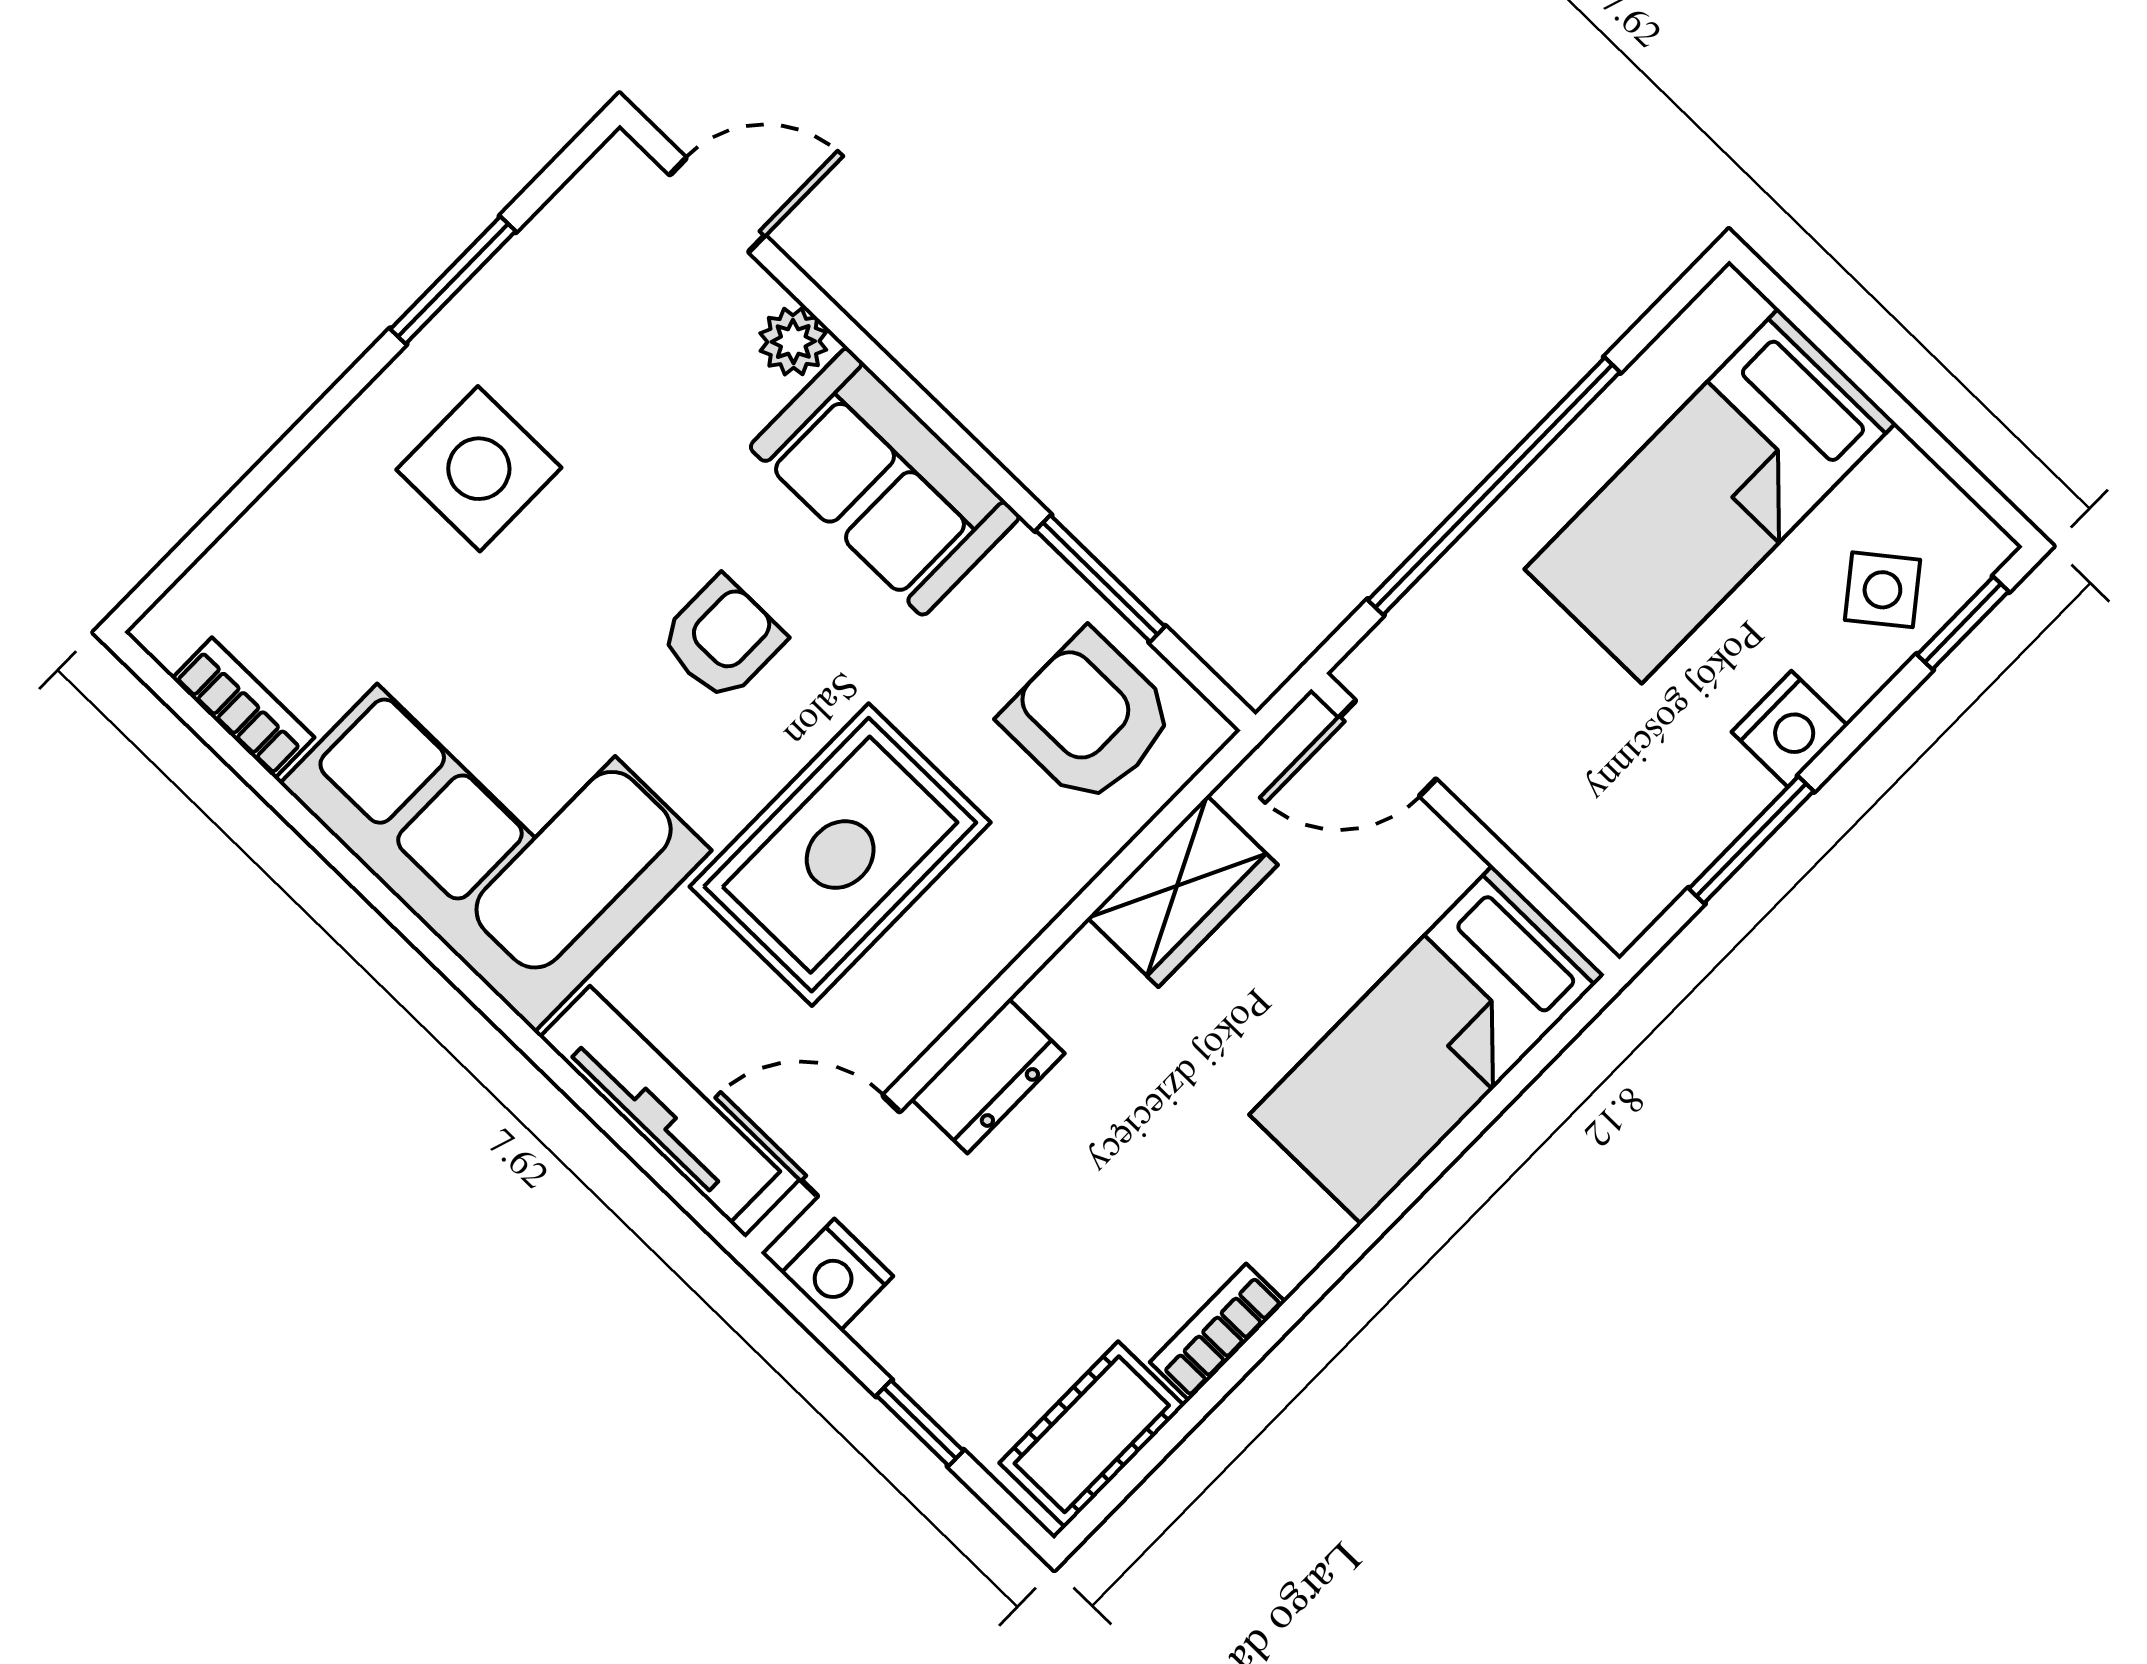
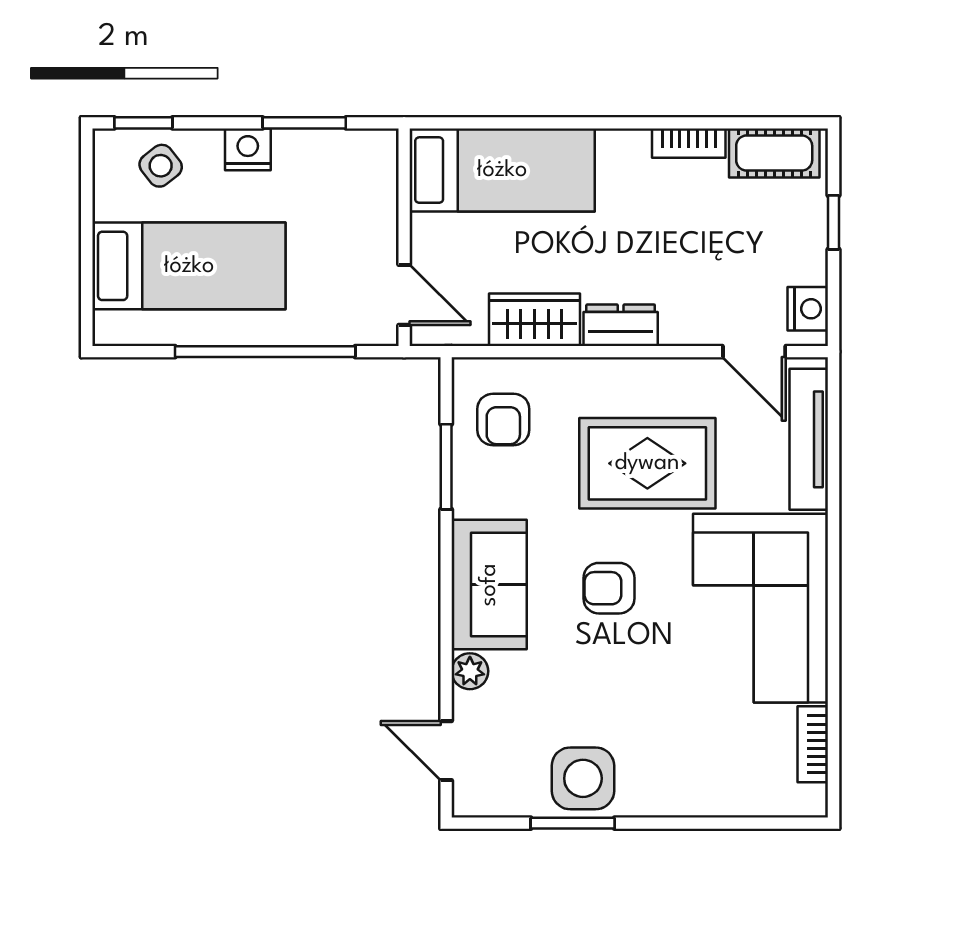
side table: (479, 469) -> (583, 778), moved
armchair: (1089, 718) -> (503, 419), width x0.72, depth x0.72
dresser: (988, 1076) -> (621, 325), moved

